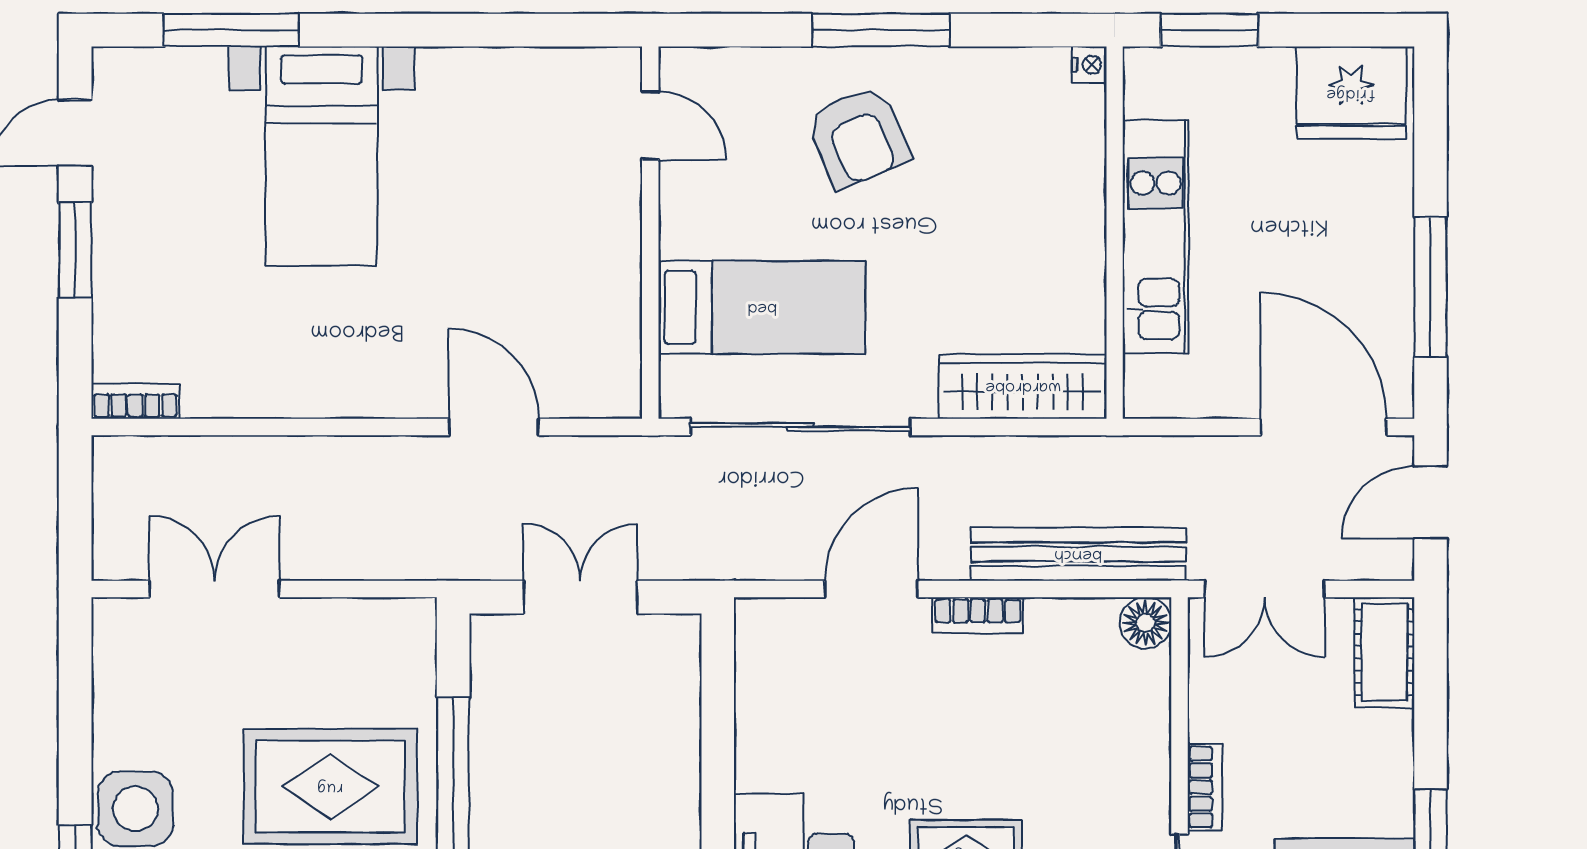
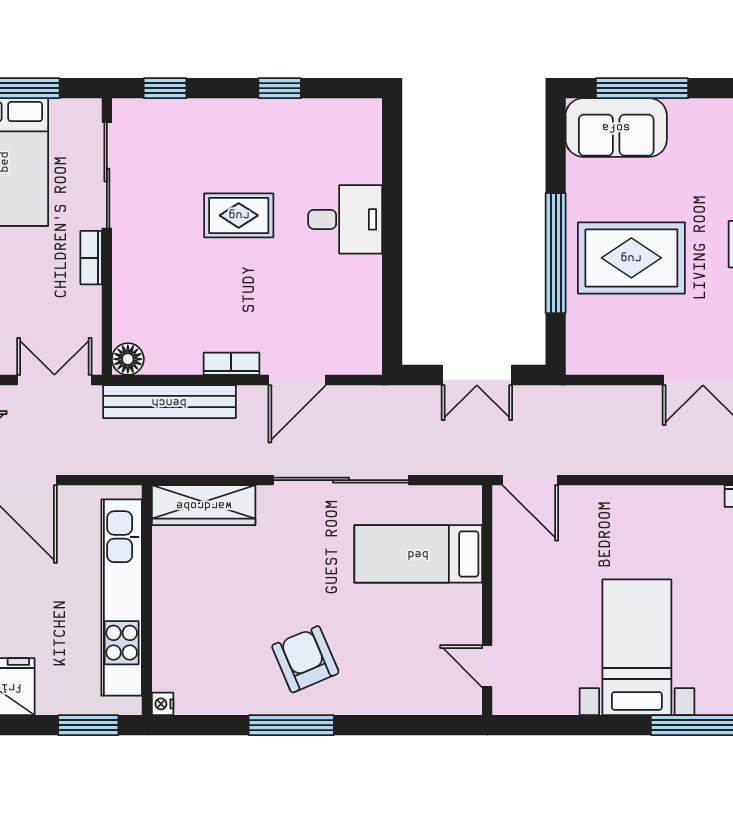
door: (650, 126) -> (487, 666), moved
wall: (650, 233) -> (487, 600), moved
kitchen unit: (1156, 237) -> (122, 598), width x1.36
bed: (762, 307) -> (418, 554), moved

